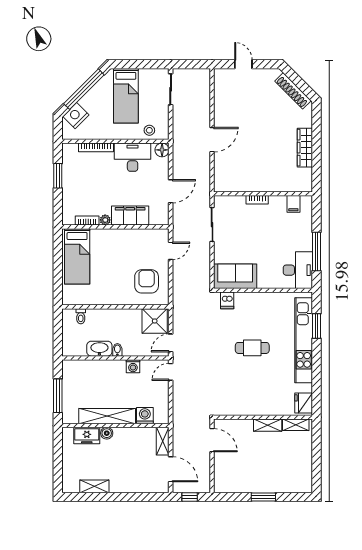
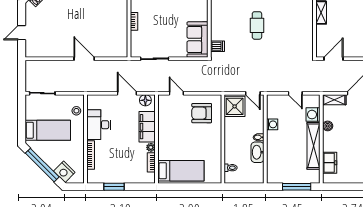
floor lamp: (162, 150) -> (145, 100), moved
door: (171, 372) -> (295, 93), moved
boiler: (107, 433) -> (328, 126), moved

